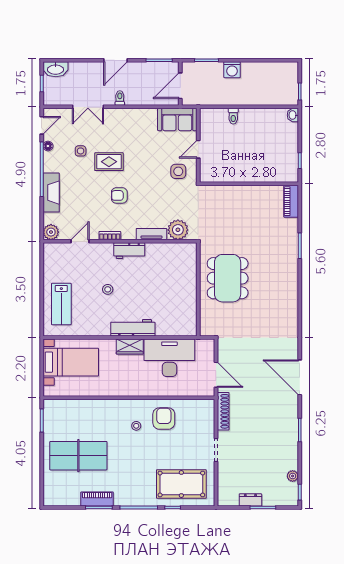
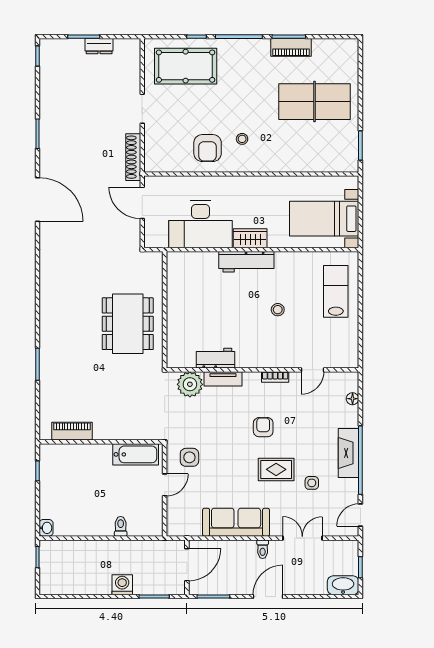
sofa: (177, 120) -> (236, 522), moved, width x1.36
floor lamp: (48, 146) -> (353, 399), moved
bathtub: (221, 174) -> (136, 454), added
fireplace: (51, 193) -> (349, 453), moved
armchair: (119, 195) -> (263, 427), turned -90
piano: (291, 201) -> (72, 431), moved, turned -90
plant: (51, 232) -> (349, 381), removed
workbench: (129, 251) -> (215, 358), moved
plant: (293, 476) -> (46, 76), removed

